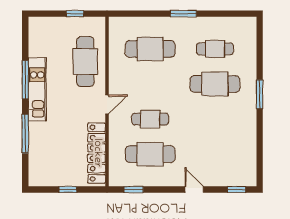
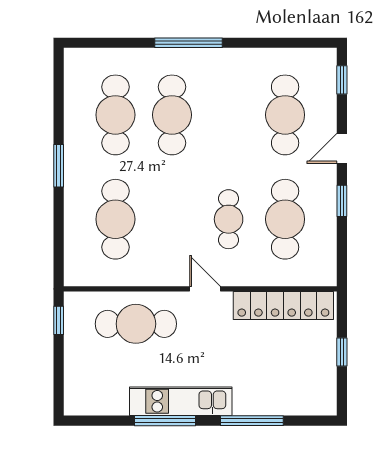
window: (75, 14) -> (59, 320), moved
cafe table: (215, 49) -> (115, 115), width x1.37, depth x1.35
window: (260, 94) -> (188, 43), width x1.44
cafe table: (215, 154) -> (285, 115), added
window: (134, 189) -> (342, 201), moved

